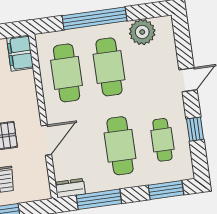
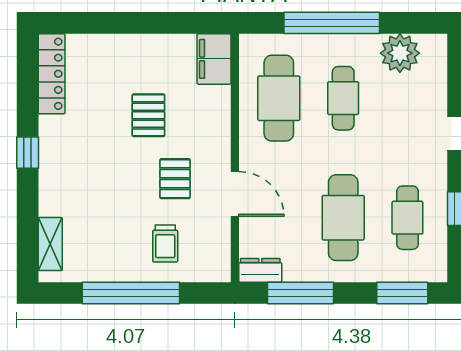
cafe table: (109, 67) -> (343, 98), width x0.73, depth x0.74
door: (46, 140) -> (235, 194), hinge flipped

